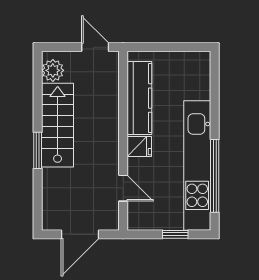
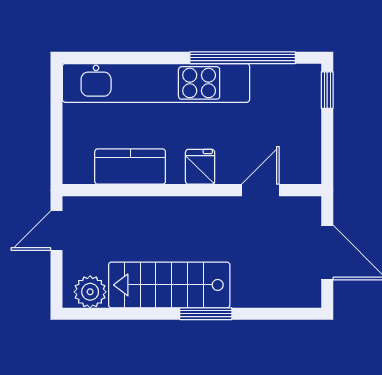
kitchen counter: (139, 98) -> (130, 167), width x0.67
kitchen unit: (197, 165) -> (156, 83), moved
window: (175, 234) -> (327, 90), moved

